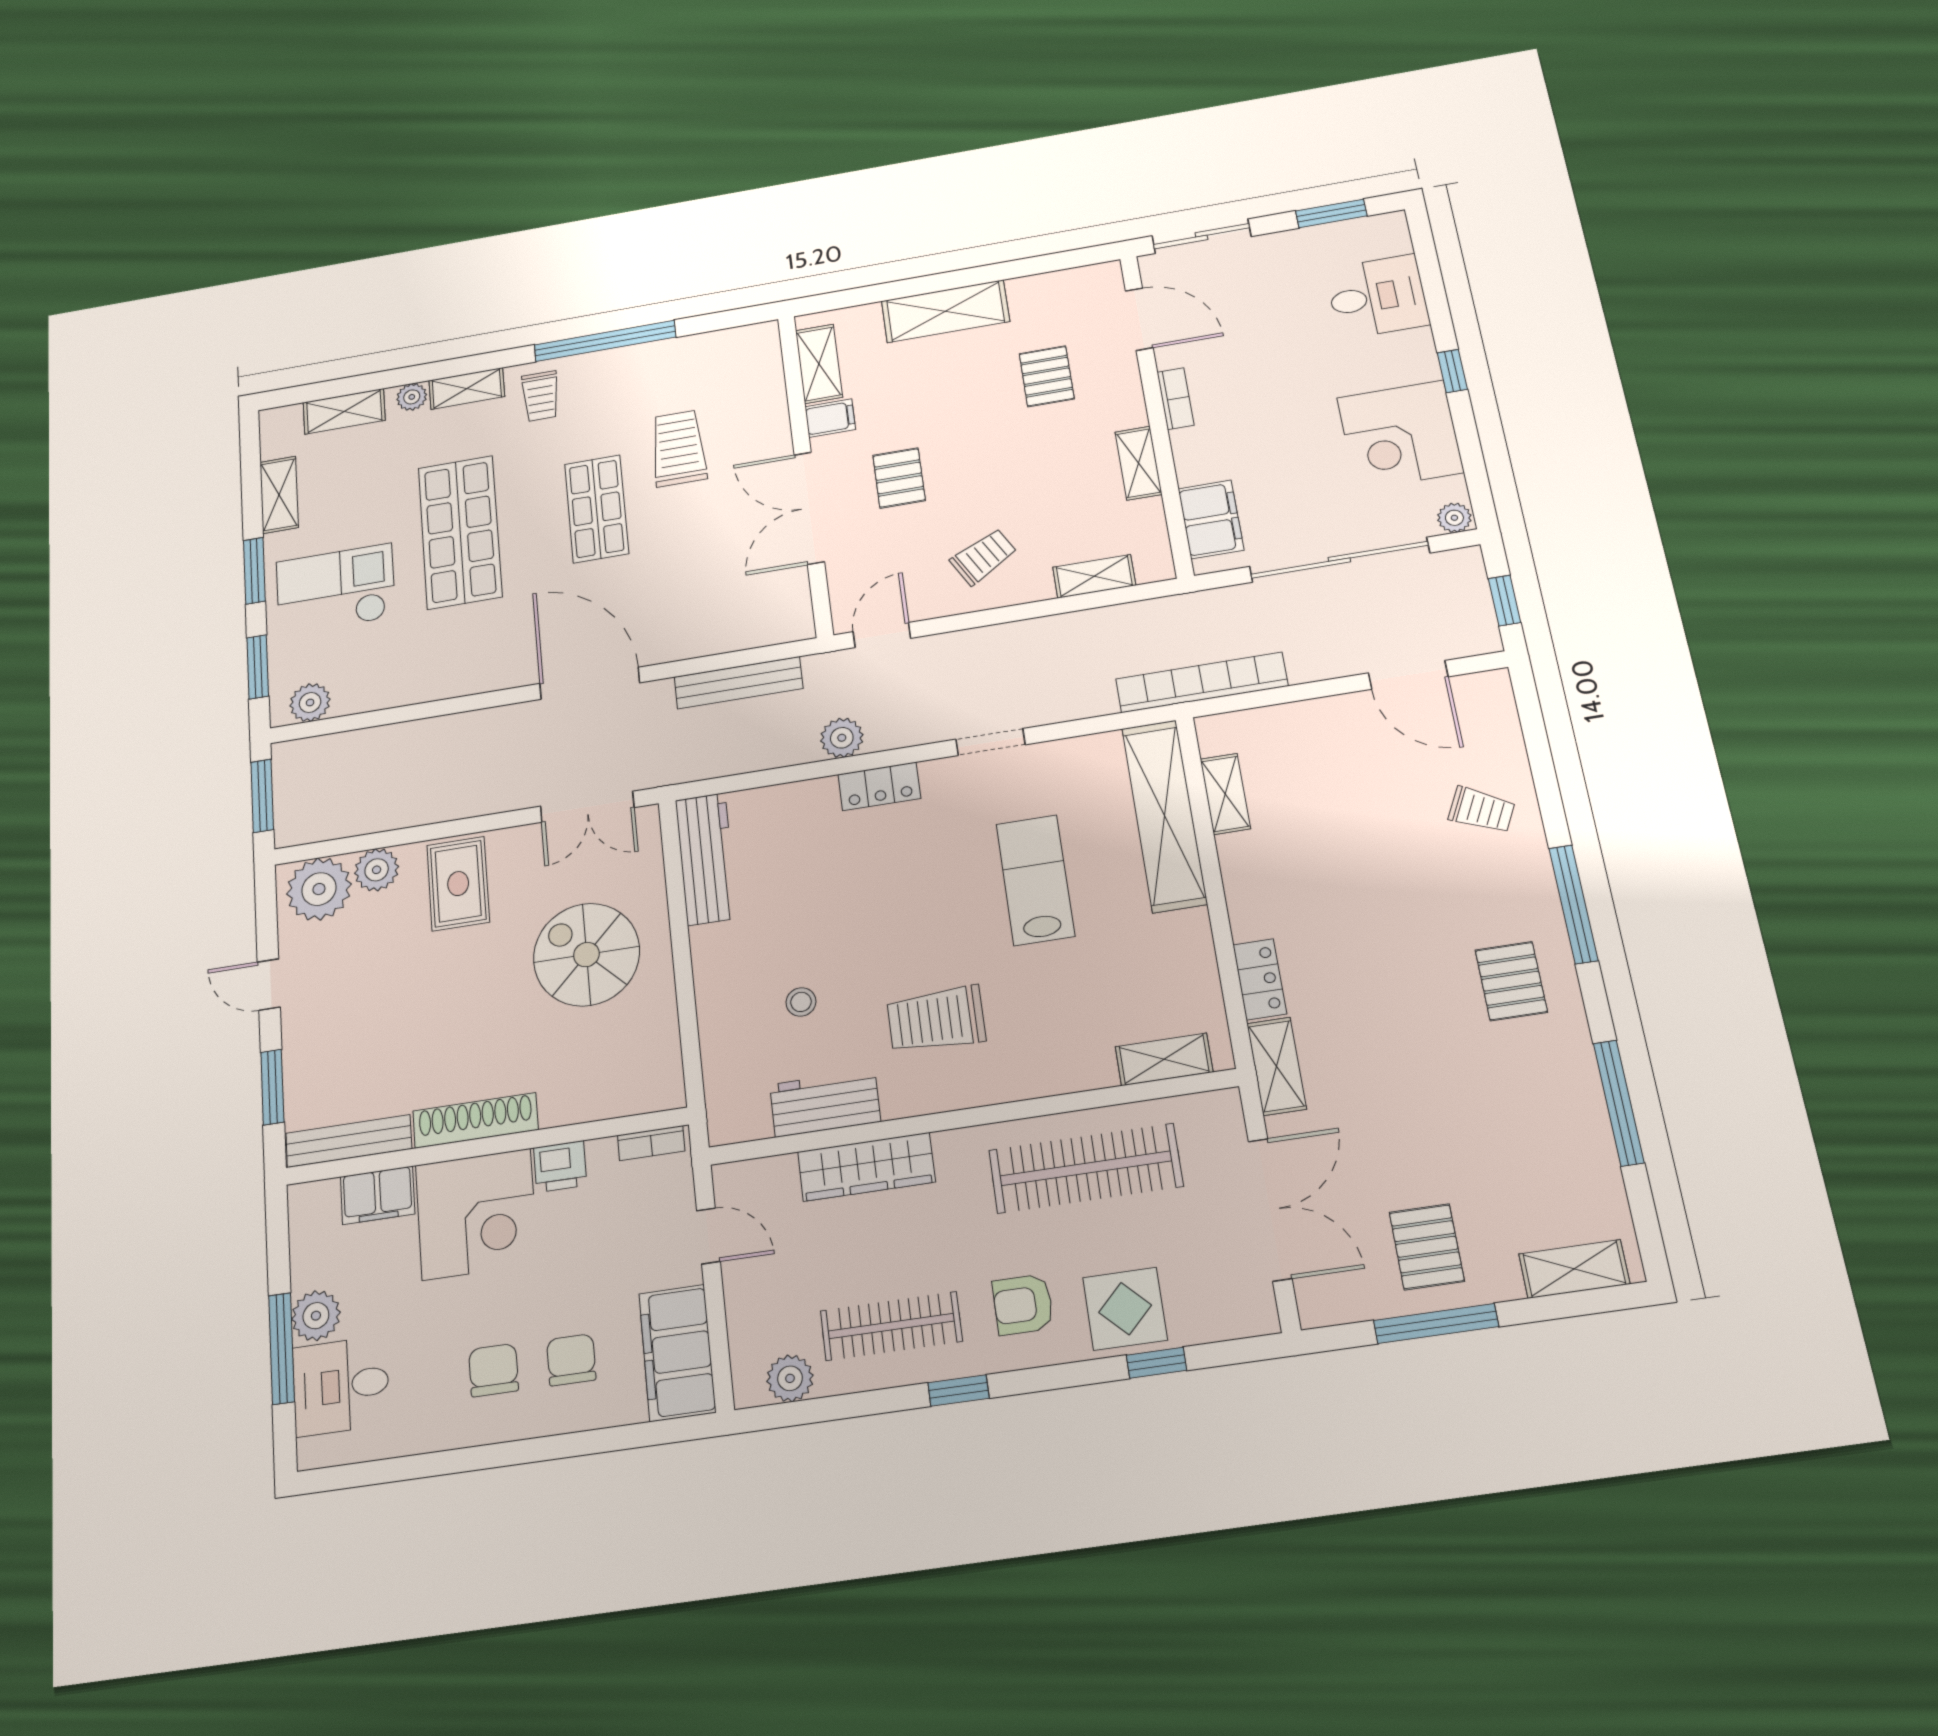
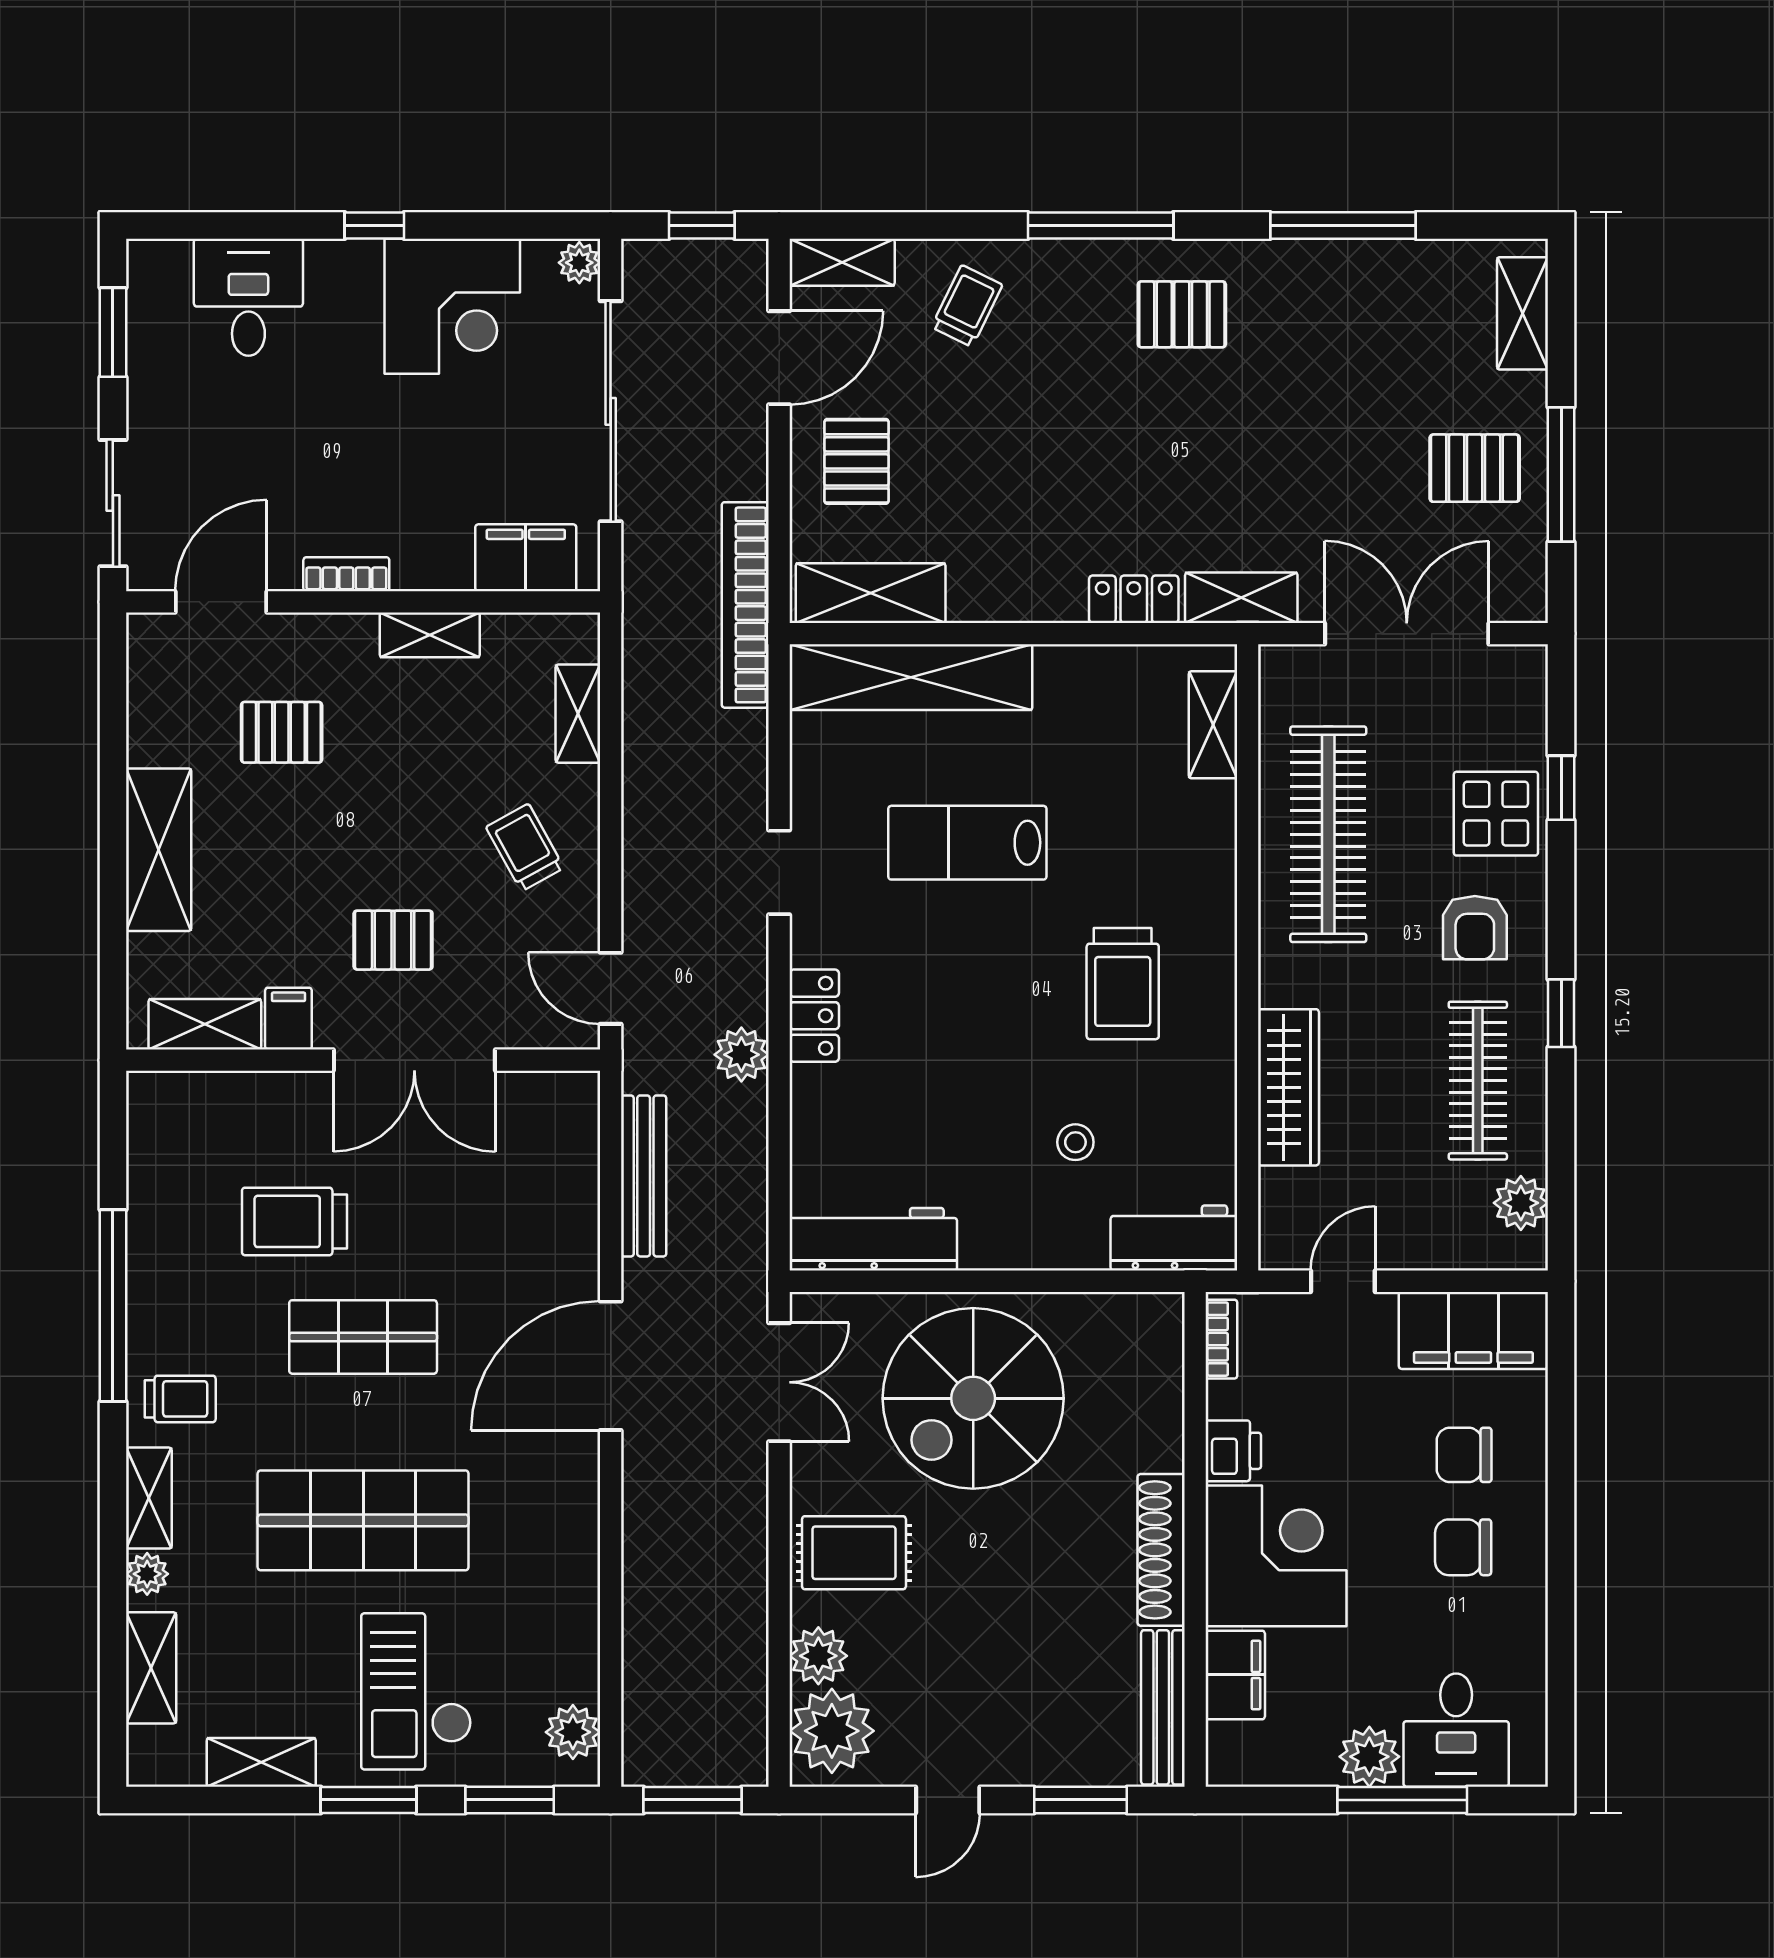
shelving: (1497, 709) -> (842, 262), added
pallet: (1335, 746) -> (857, 461), added
shelving: (1225, 794) -> (871, 593), width x1.50, depth x1.33
spiral stairs: (586, 955) -> (973, 1398), width x1.37, depth x1.37
workbench: (825, 1103) -> (1174, 1238), moved, turned 90

